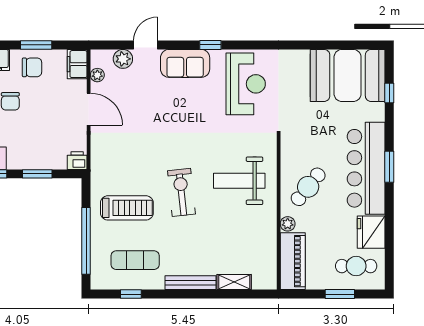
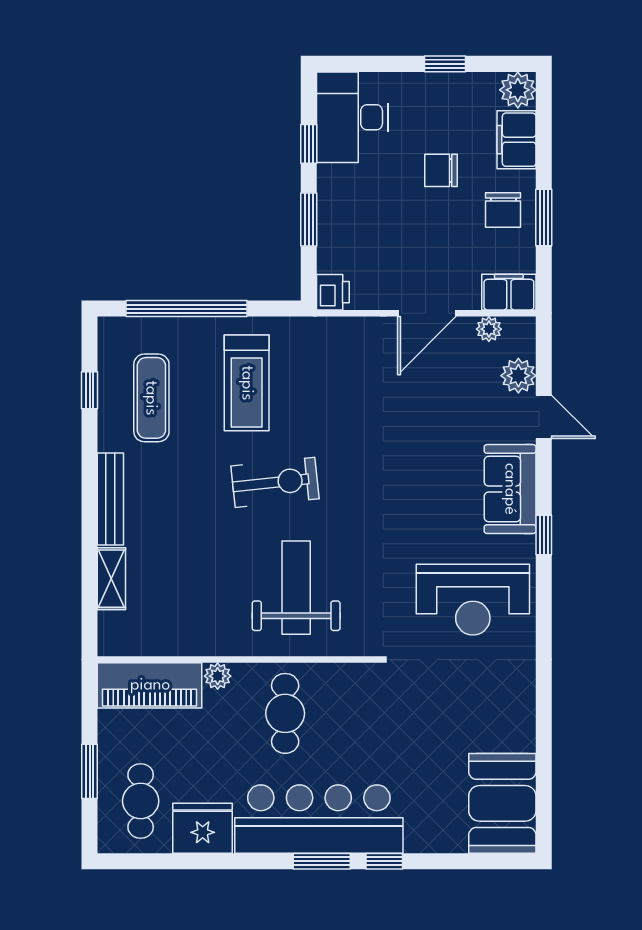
booth: (348, 75) -> (502, 803), width x0.73, depth x0.70
window: (389, 93) -> (384, 861), moved
cafe table: (308, 187) -> (285, 713), turned 51

